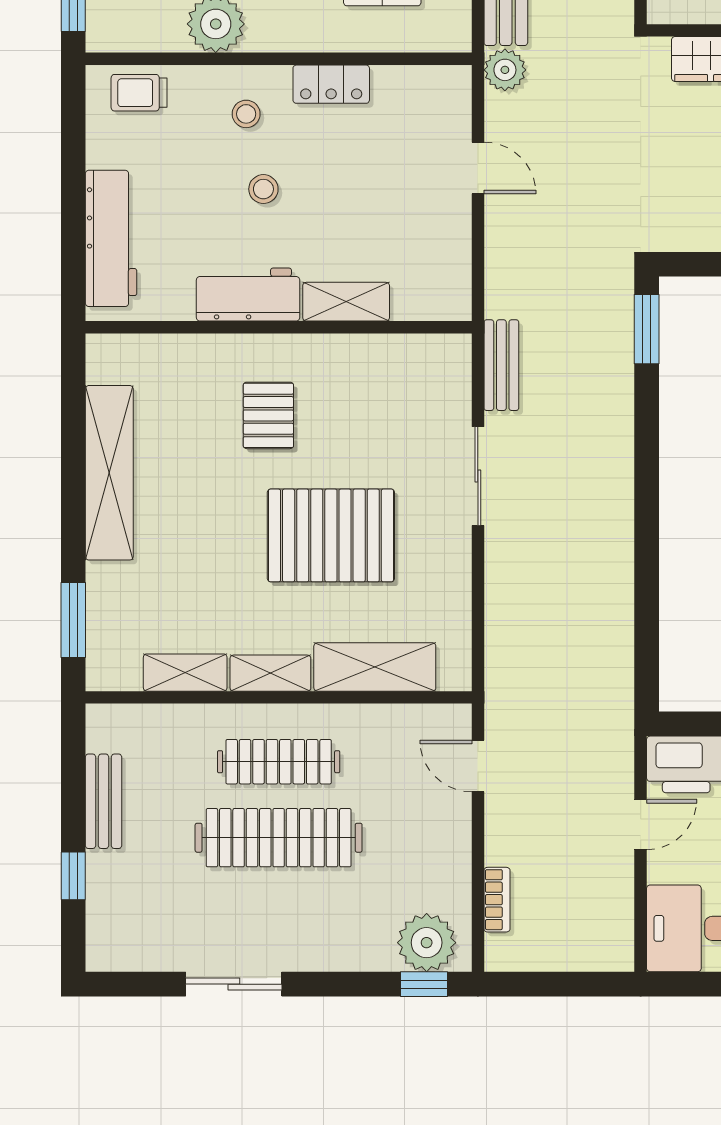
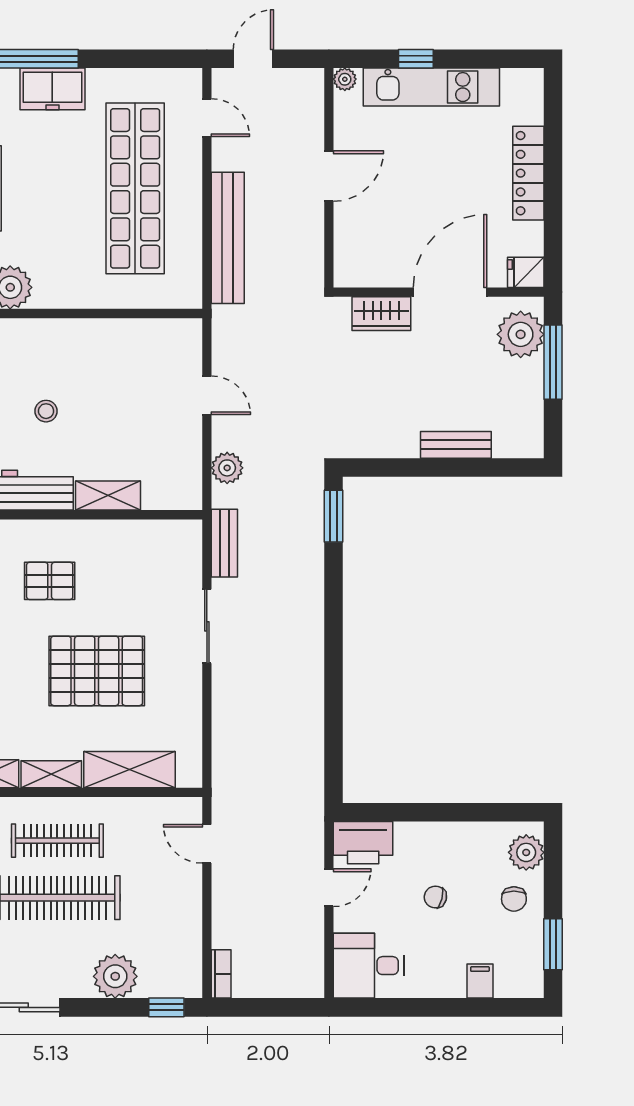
plant: (505, 70) -> (227, 468), moved
locker: (331, 84) -> (97, 332), removed
stool: (246, 114) -> (33, 355), removed
pallet: (268, 415) -> (50, 581), turned 90
bookcase: (497, 900) -> (221, 974), moved
plant: (427, 943) -> (115, 976), moved

